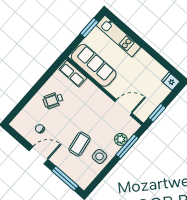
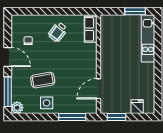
sofa: (94, 65) -> (110, 39), removed
fridge: (171, 81) -> (137, 107), moved
wheelchair: (53, 100) -> (58, 32), turned -82
door: (123, 107) -> (98, 89), swing flipped
plant: (121, 139) -> (17, 108), moved

